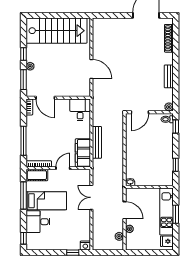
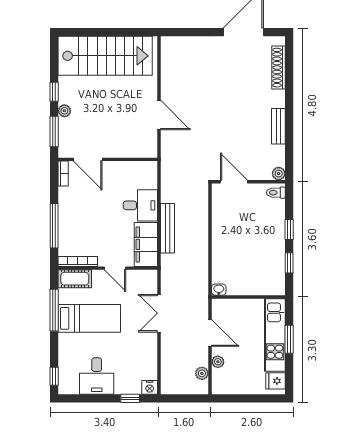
desk: (80, 110) -> (140, 205), moved, turned 90
door: (140, 112) -> (234, 182), swing flipped
window: (176, 126) -> (289, 229), moved
door: (63, 168) -> (115, 268), swing flipped
desk: (38, 222) -> (97, 376), moved, turned -90

